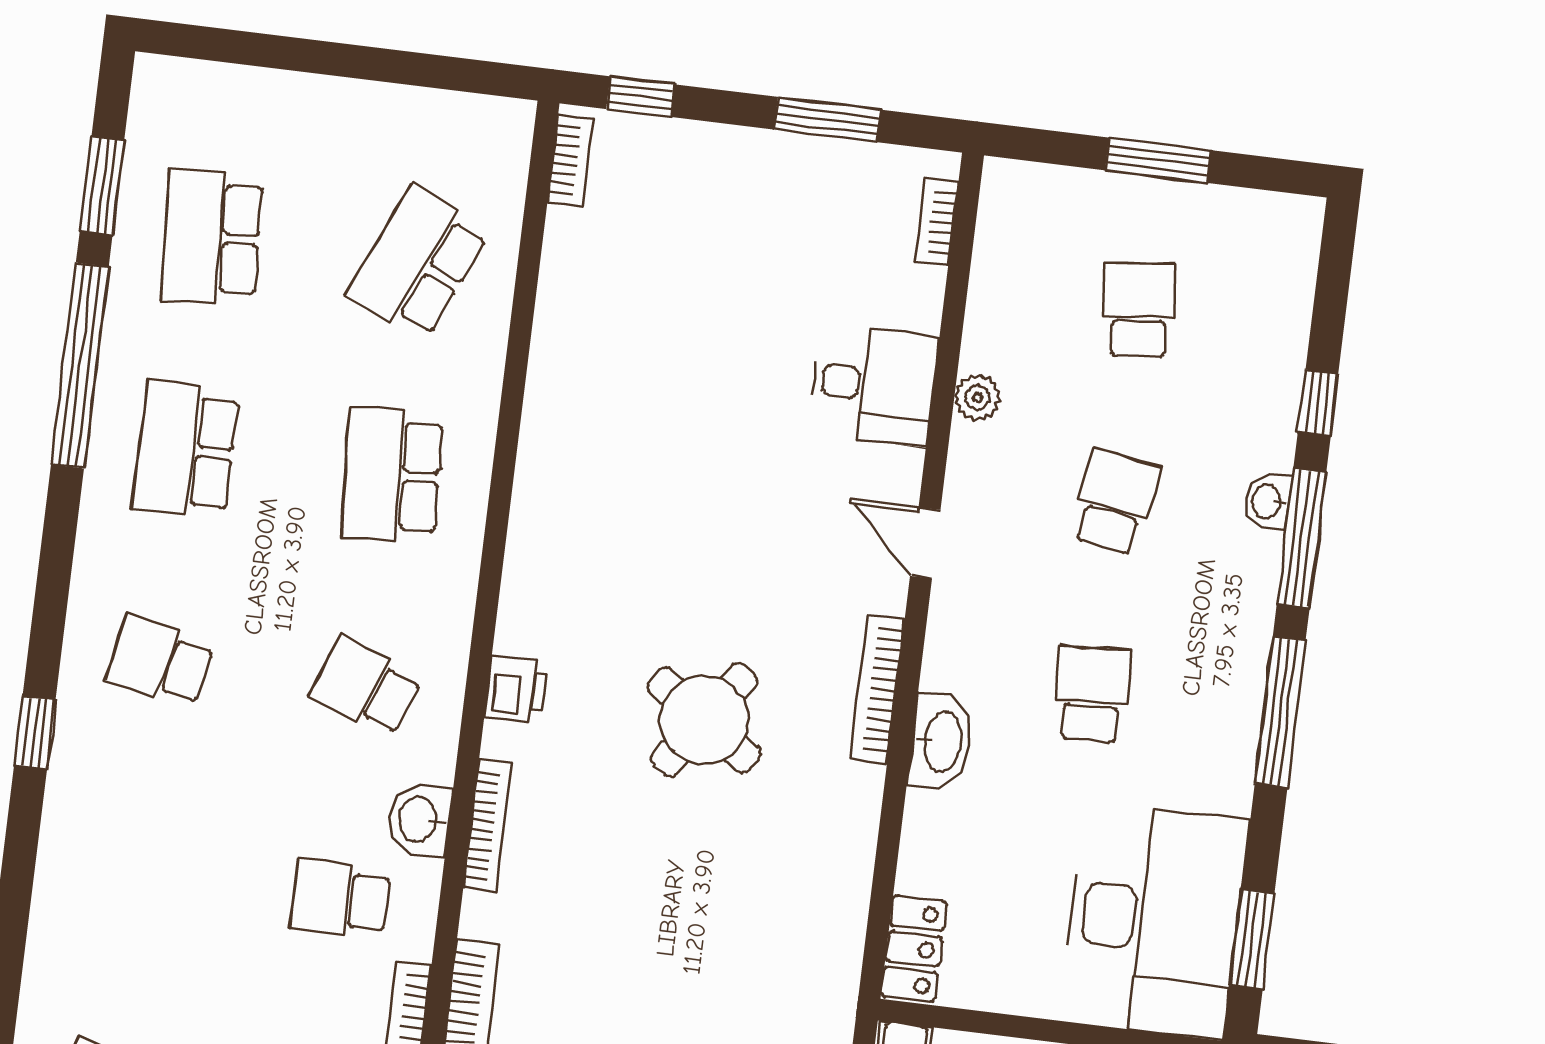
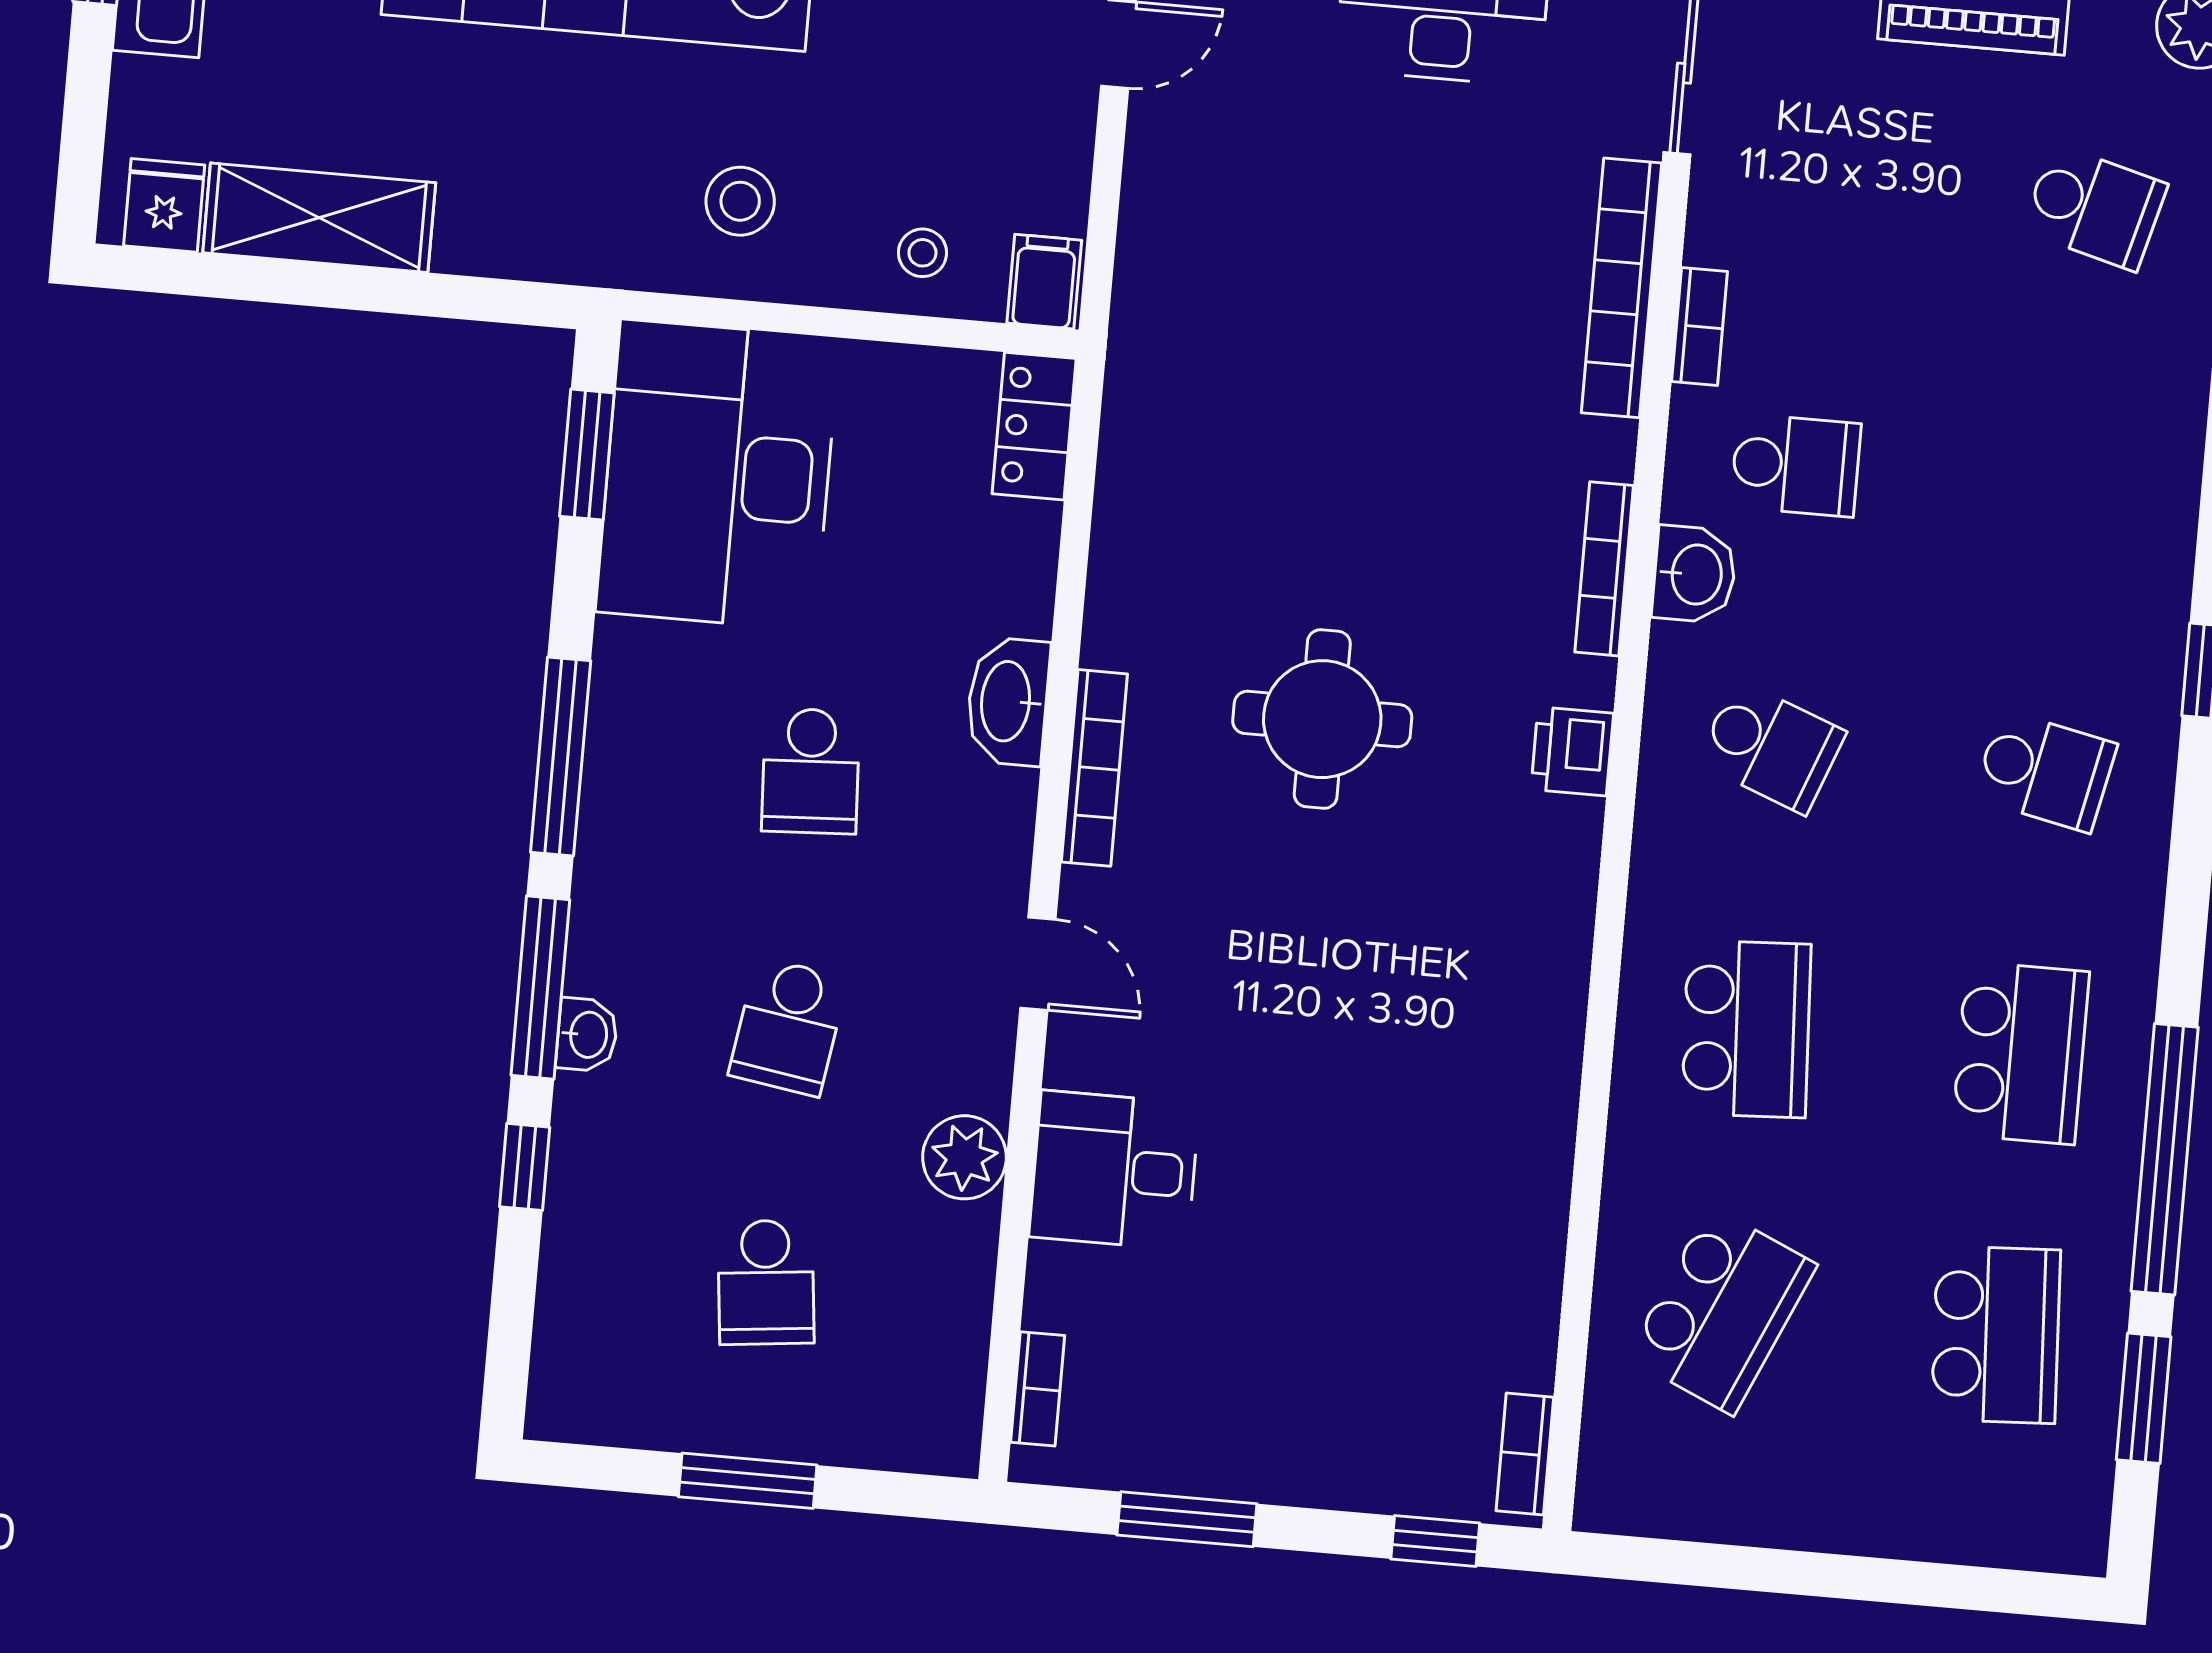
plant: (977, 398) -> (964, 1157), width x1.38, depth x1.38
round table: (704, 720) -> (1322, 719), turned -35

